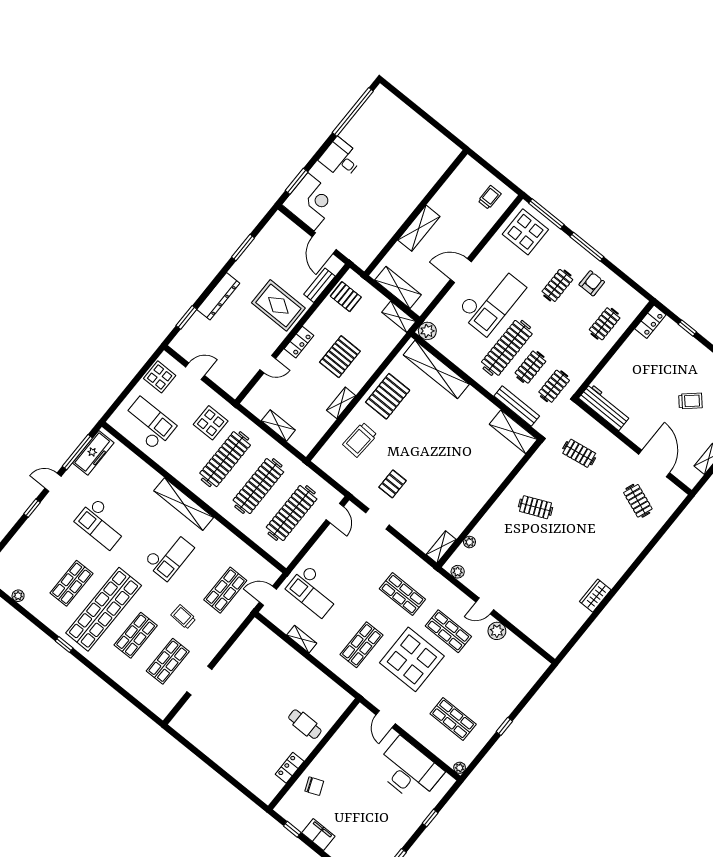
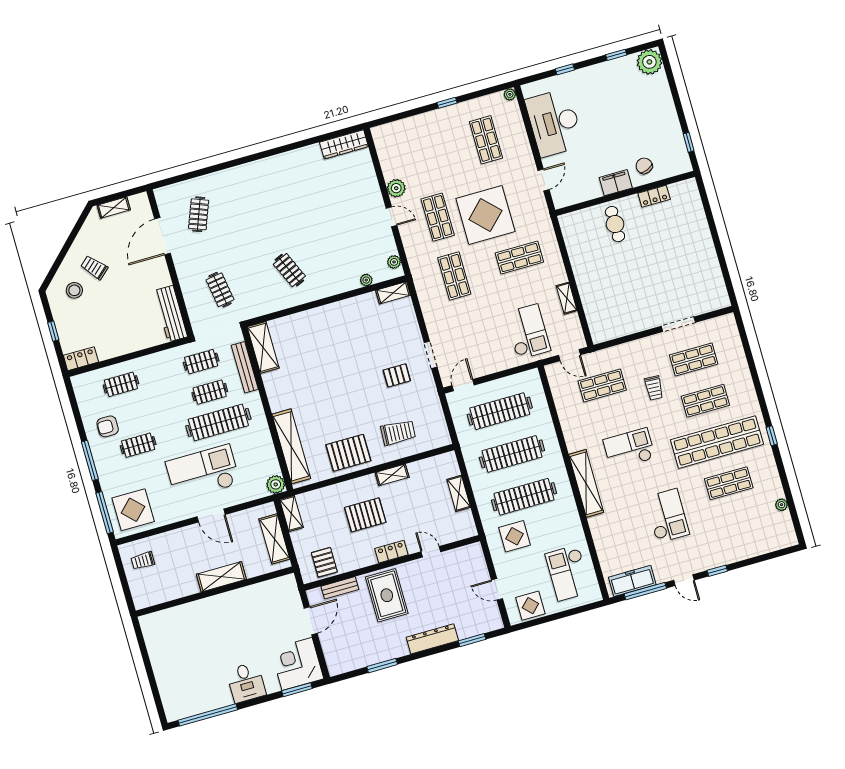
stool: (693, 372) -> (74, 290), added
wardrobe: (595, 596) -> (344, 144), moved, width x1.50
filing cabinet: (318, 834) -> (616, 183), moved, turned 90

